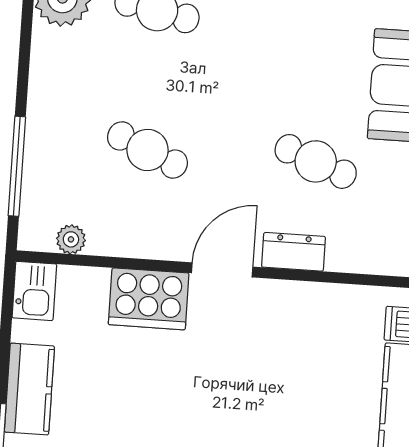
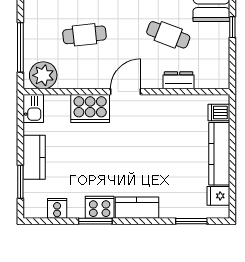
cafe table: (147, 150) -> (85, 35), turned -30
plant: (71, 239) -> (43, 75), width x1.87, depth x1.87
dresser: (293, 252) -> (179, 80), moved

